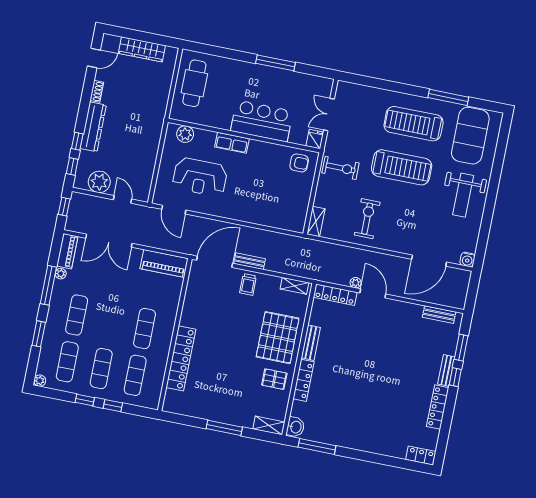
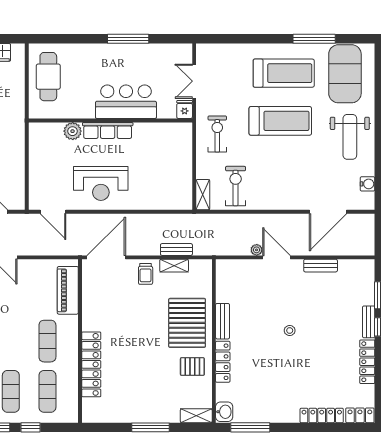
treadmill: (414, 124) -> (284, 73), turned 180
plant: (185, 134) -> (73, 131), moved
row of seats: (232, 143) -> (108, 130), width x1.48
armchair: (299, 163) -> (173, 137), removed
exercise bike: (341, 168) -> (217, 134), turned -90
reception desk: (200, 177) -> (101, 183), moved
exercise bike: (367, 219) -> (236, 186), moved
water cooler: (467, 260) -> (368, 184), moved, turned -90
bench: (250, 261) -> (176, 249), moved
piano: (164, 264) -> (68, 290), moved, turned 90
shelving: (294, 286) -> (174, 266), moved
locker: (335, 295) -> (322, 415), moved, turned 180
bench: (439, 315) -> (321, 266), moved
stool: (371, 364) -> (290, 330), added

